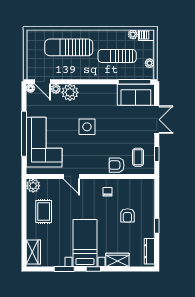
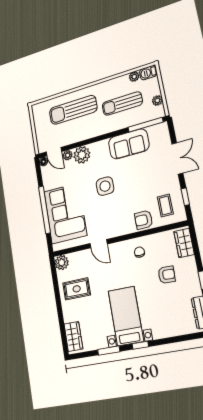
sofa: (136, 95) -> (129, 144), moved
rug: (44, 212) -> (77, 289), turned 90
armchair: (127, 215) -> (166, 275), turned -88
wardrobe: (117, 260) -> (184, 243), moved, turned -90

